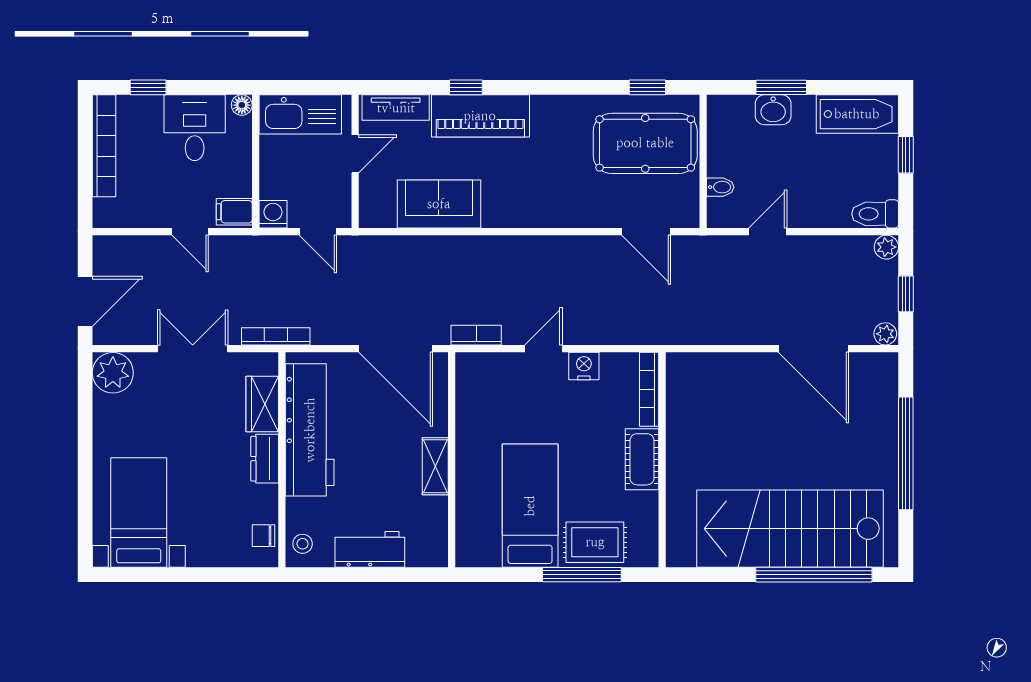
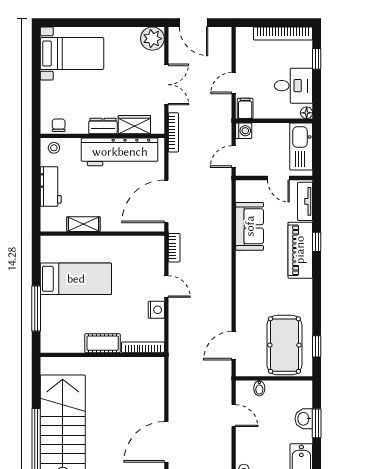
shelving: (435, 466) -> (83, 224), moved
rug: (595, 542) -> (55, 316), removed

